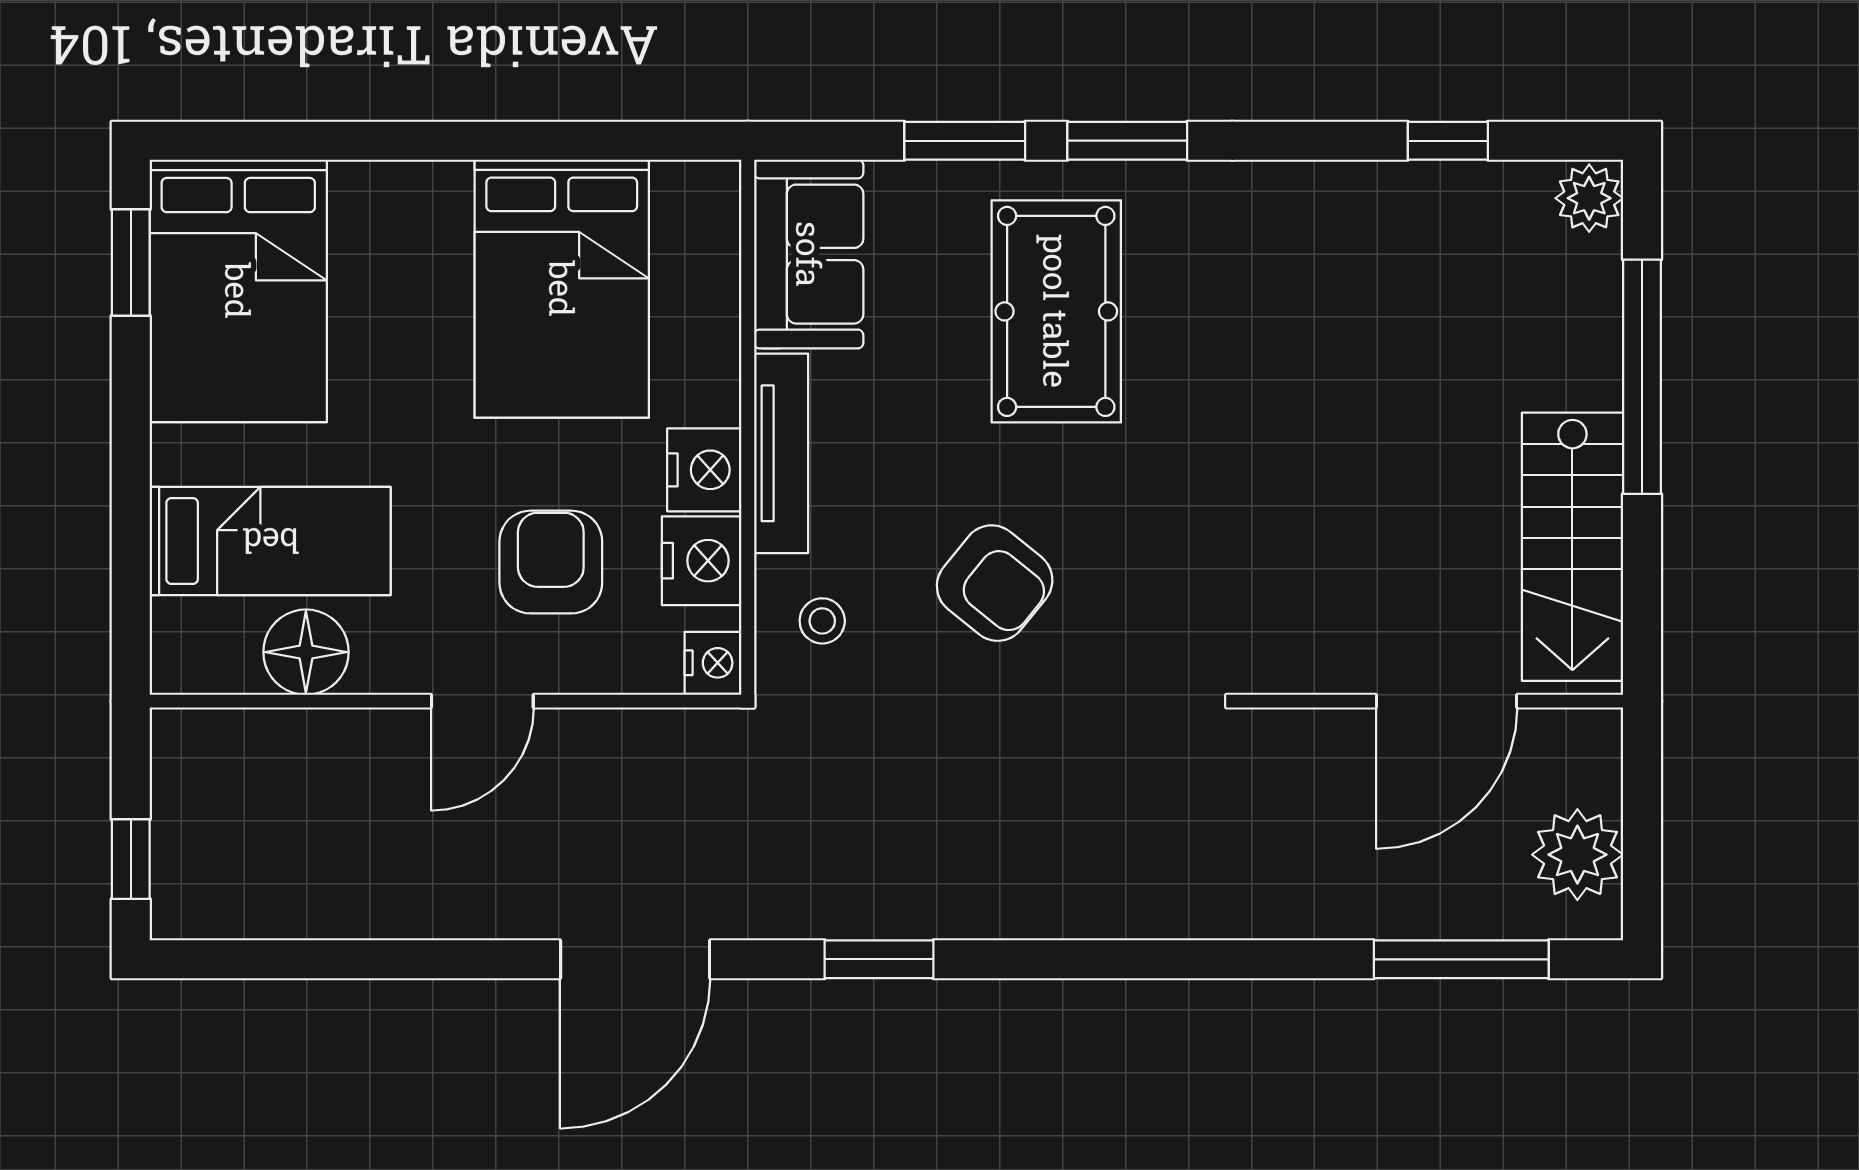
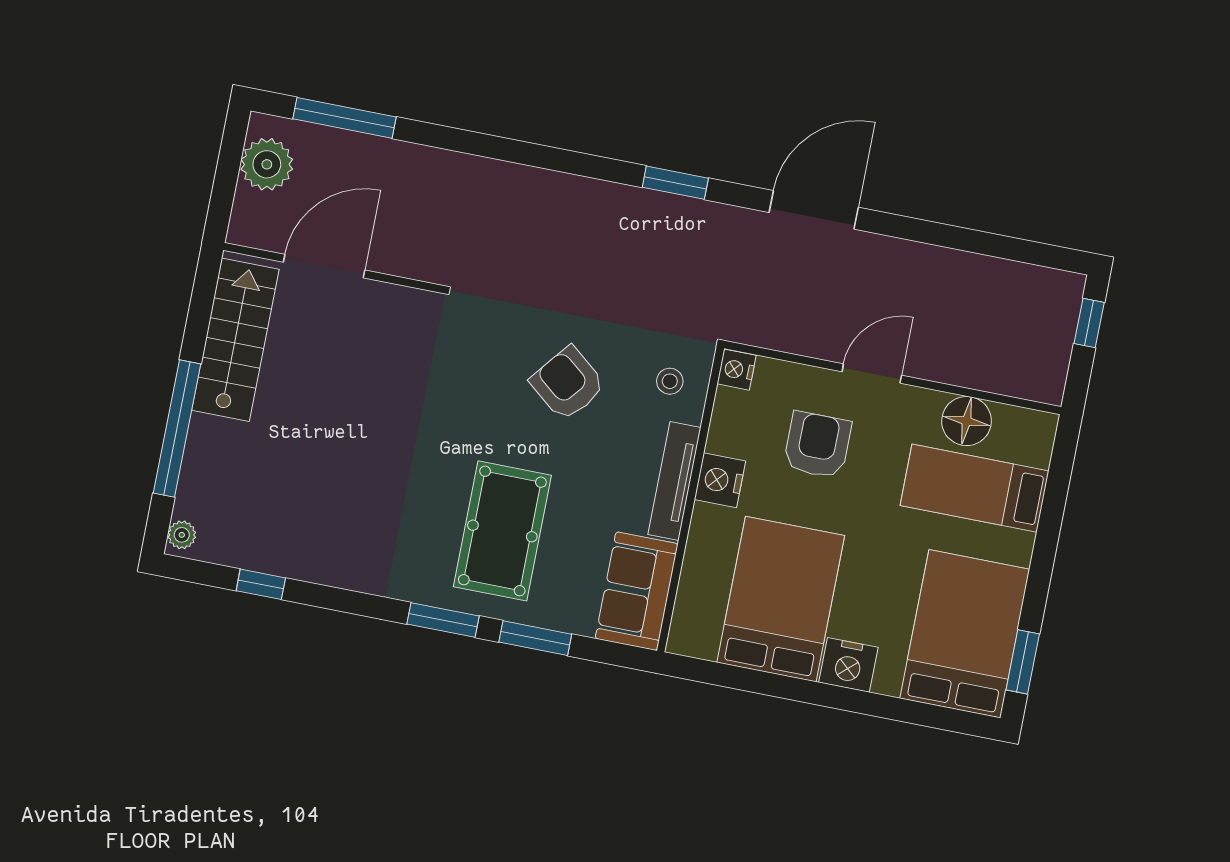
plant: (1589, 198) -> (182, 535), width x0.73, depth x0.73
nightstand: (702, 561) -> (848, 665), moved, turned -90
armchair: (551, 562) -> (817, 445), turned 180

